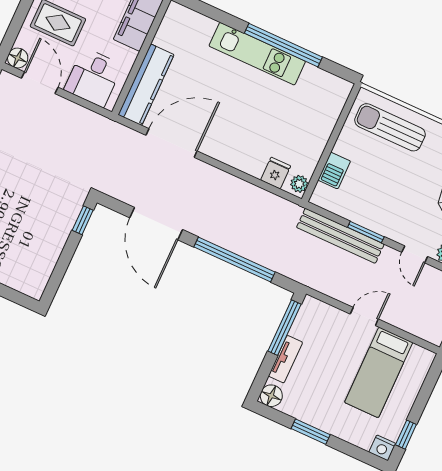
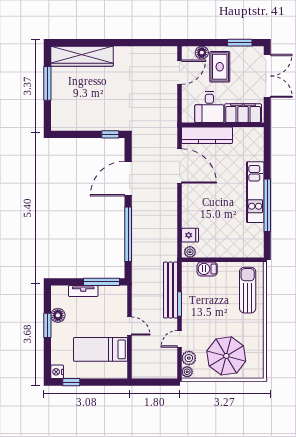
floor lamp: (18, 58) -> (202, 53), moved
desk: (93, 77) -> (209, 107), moved, turned -90
floor lamp: (271, 396) -> (58, 315), moved

